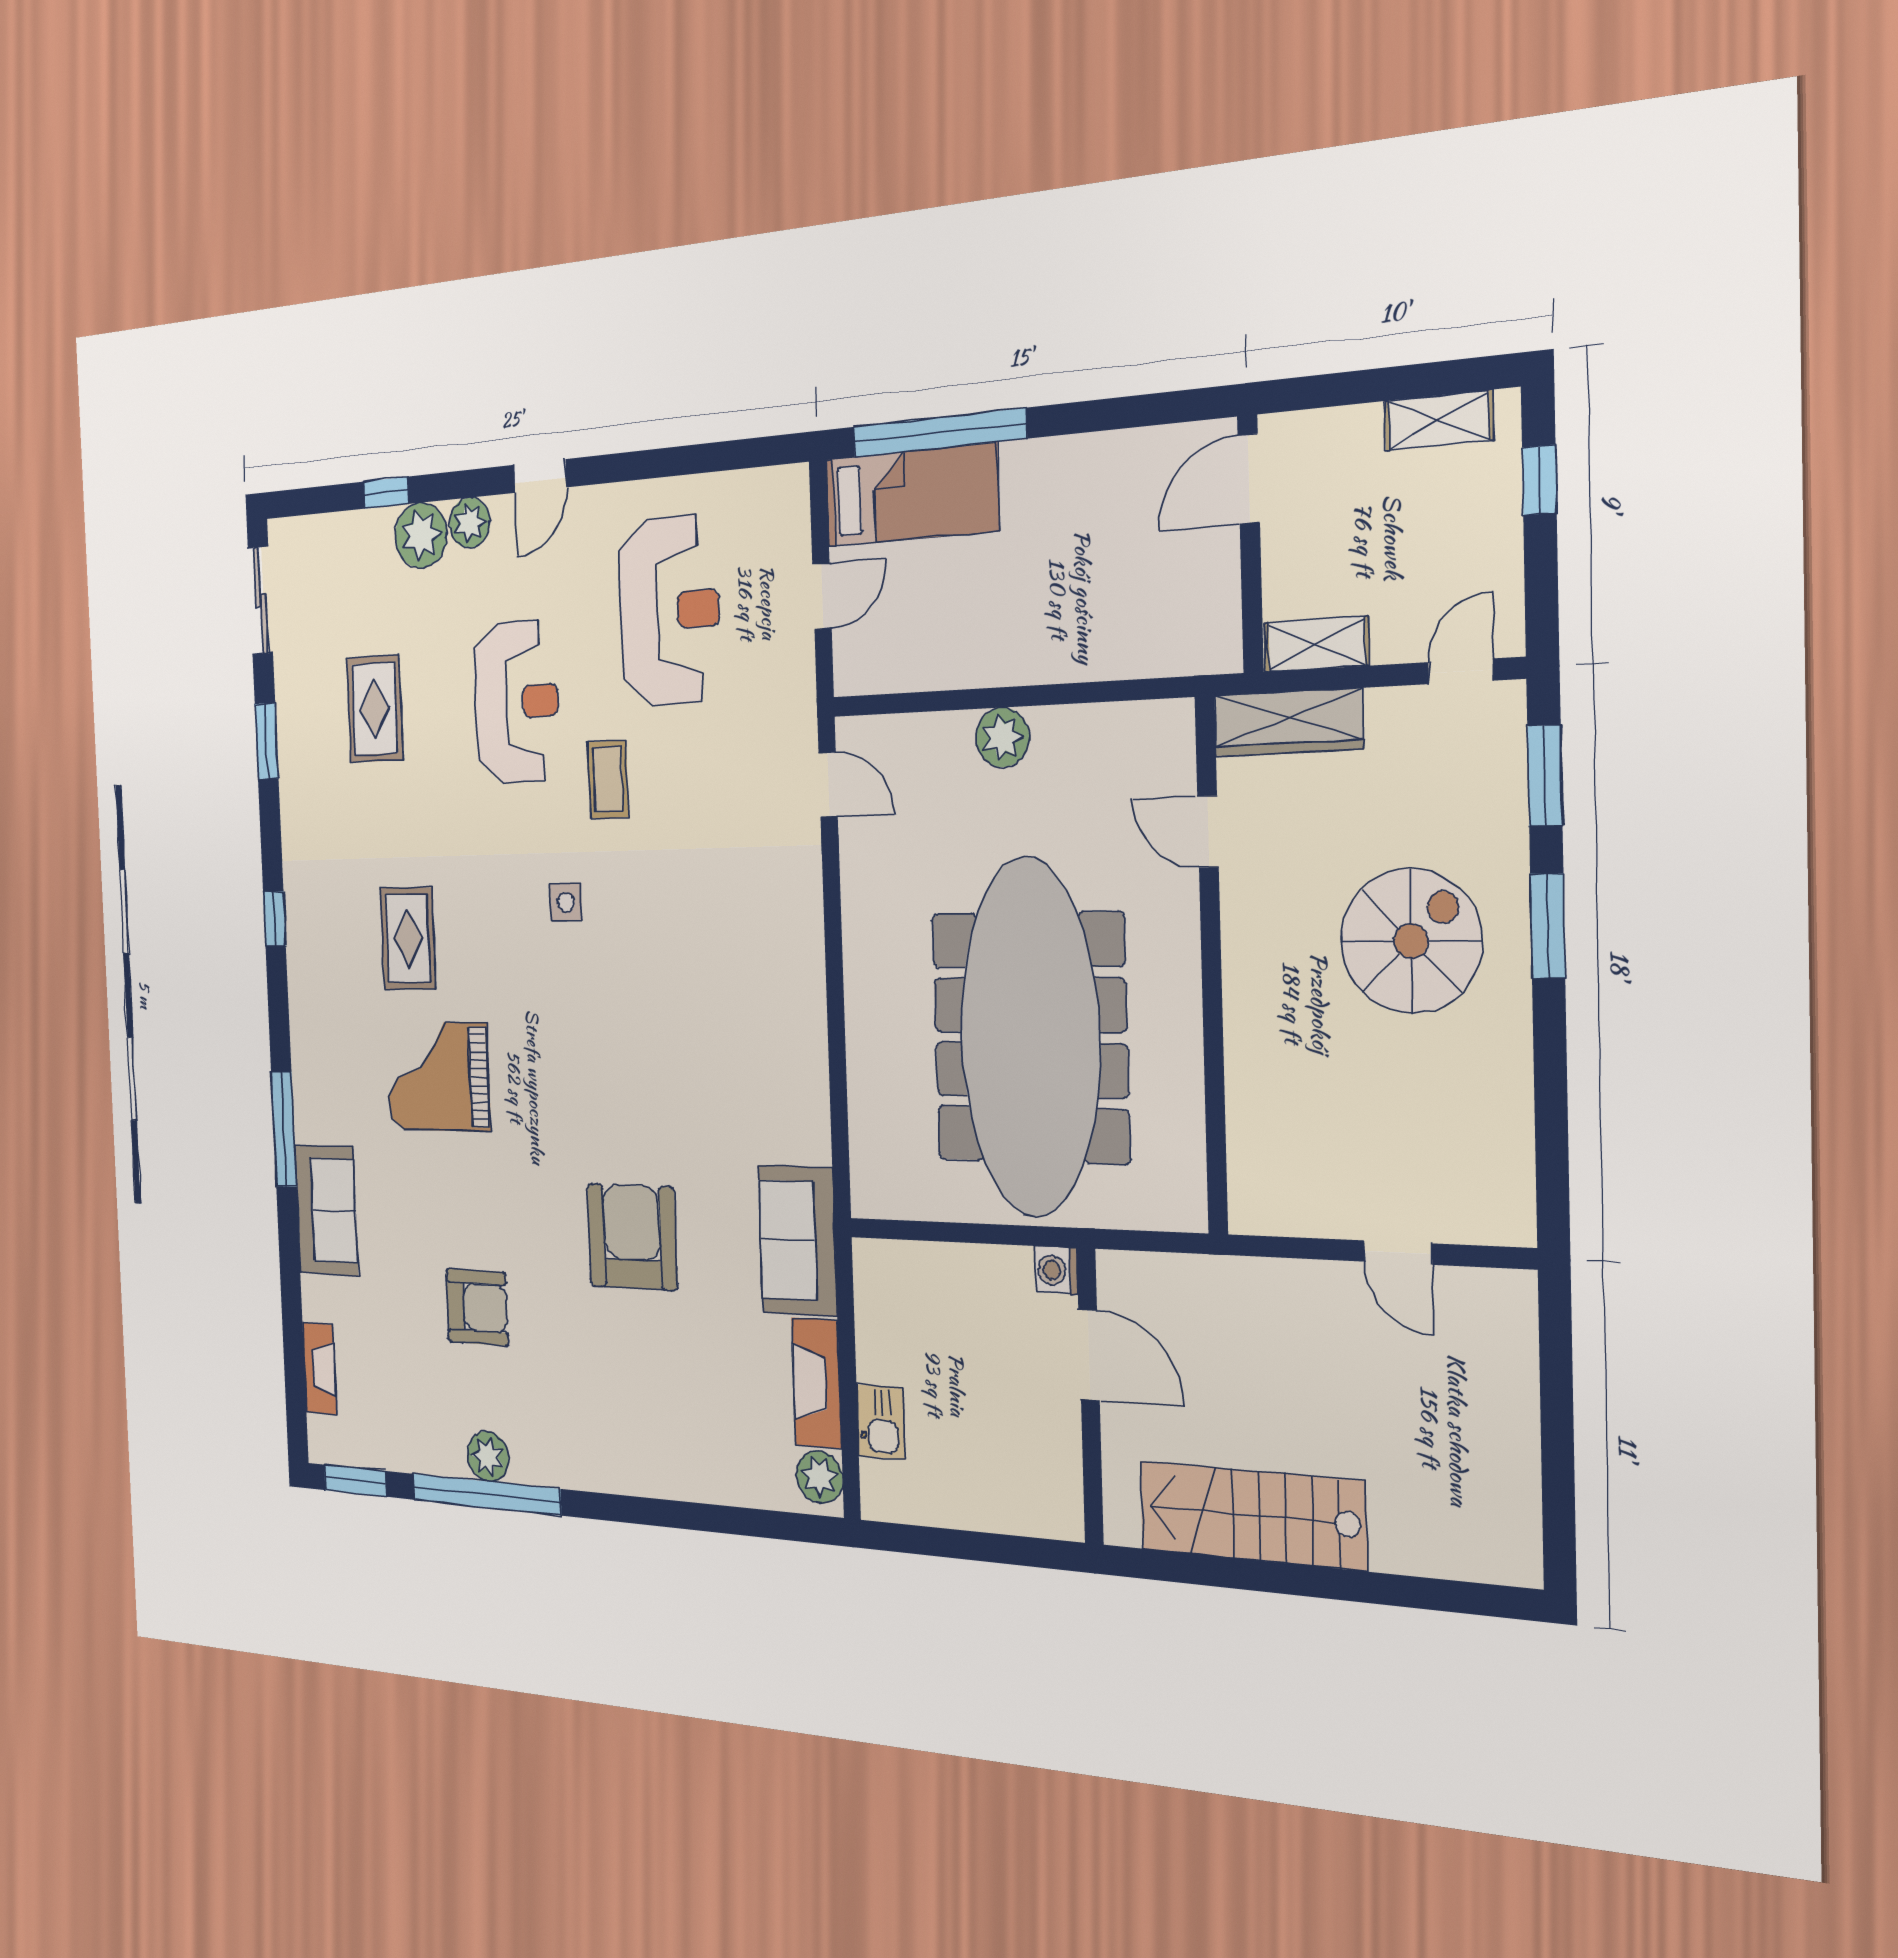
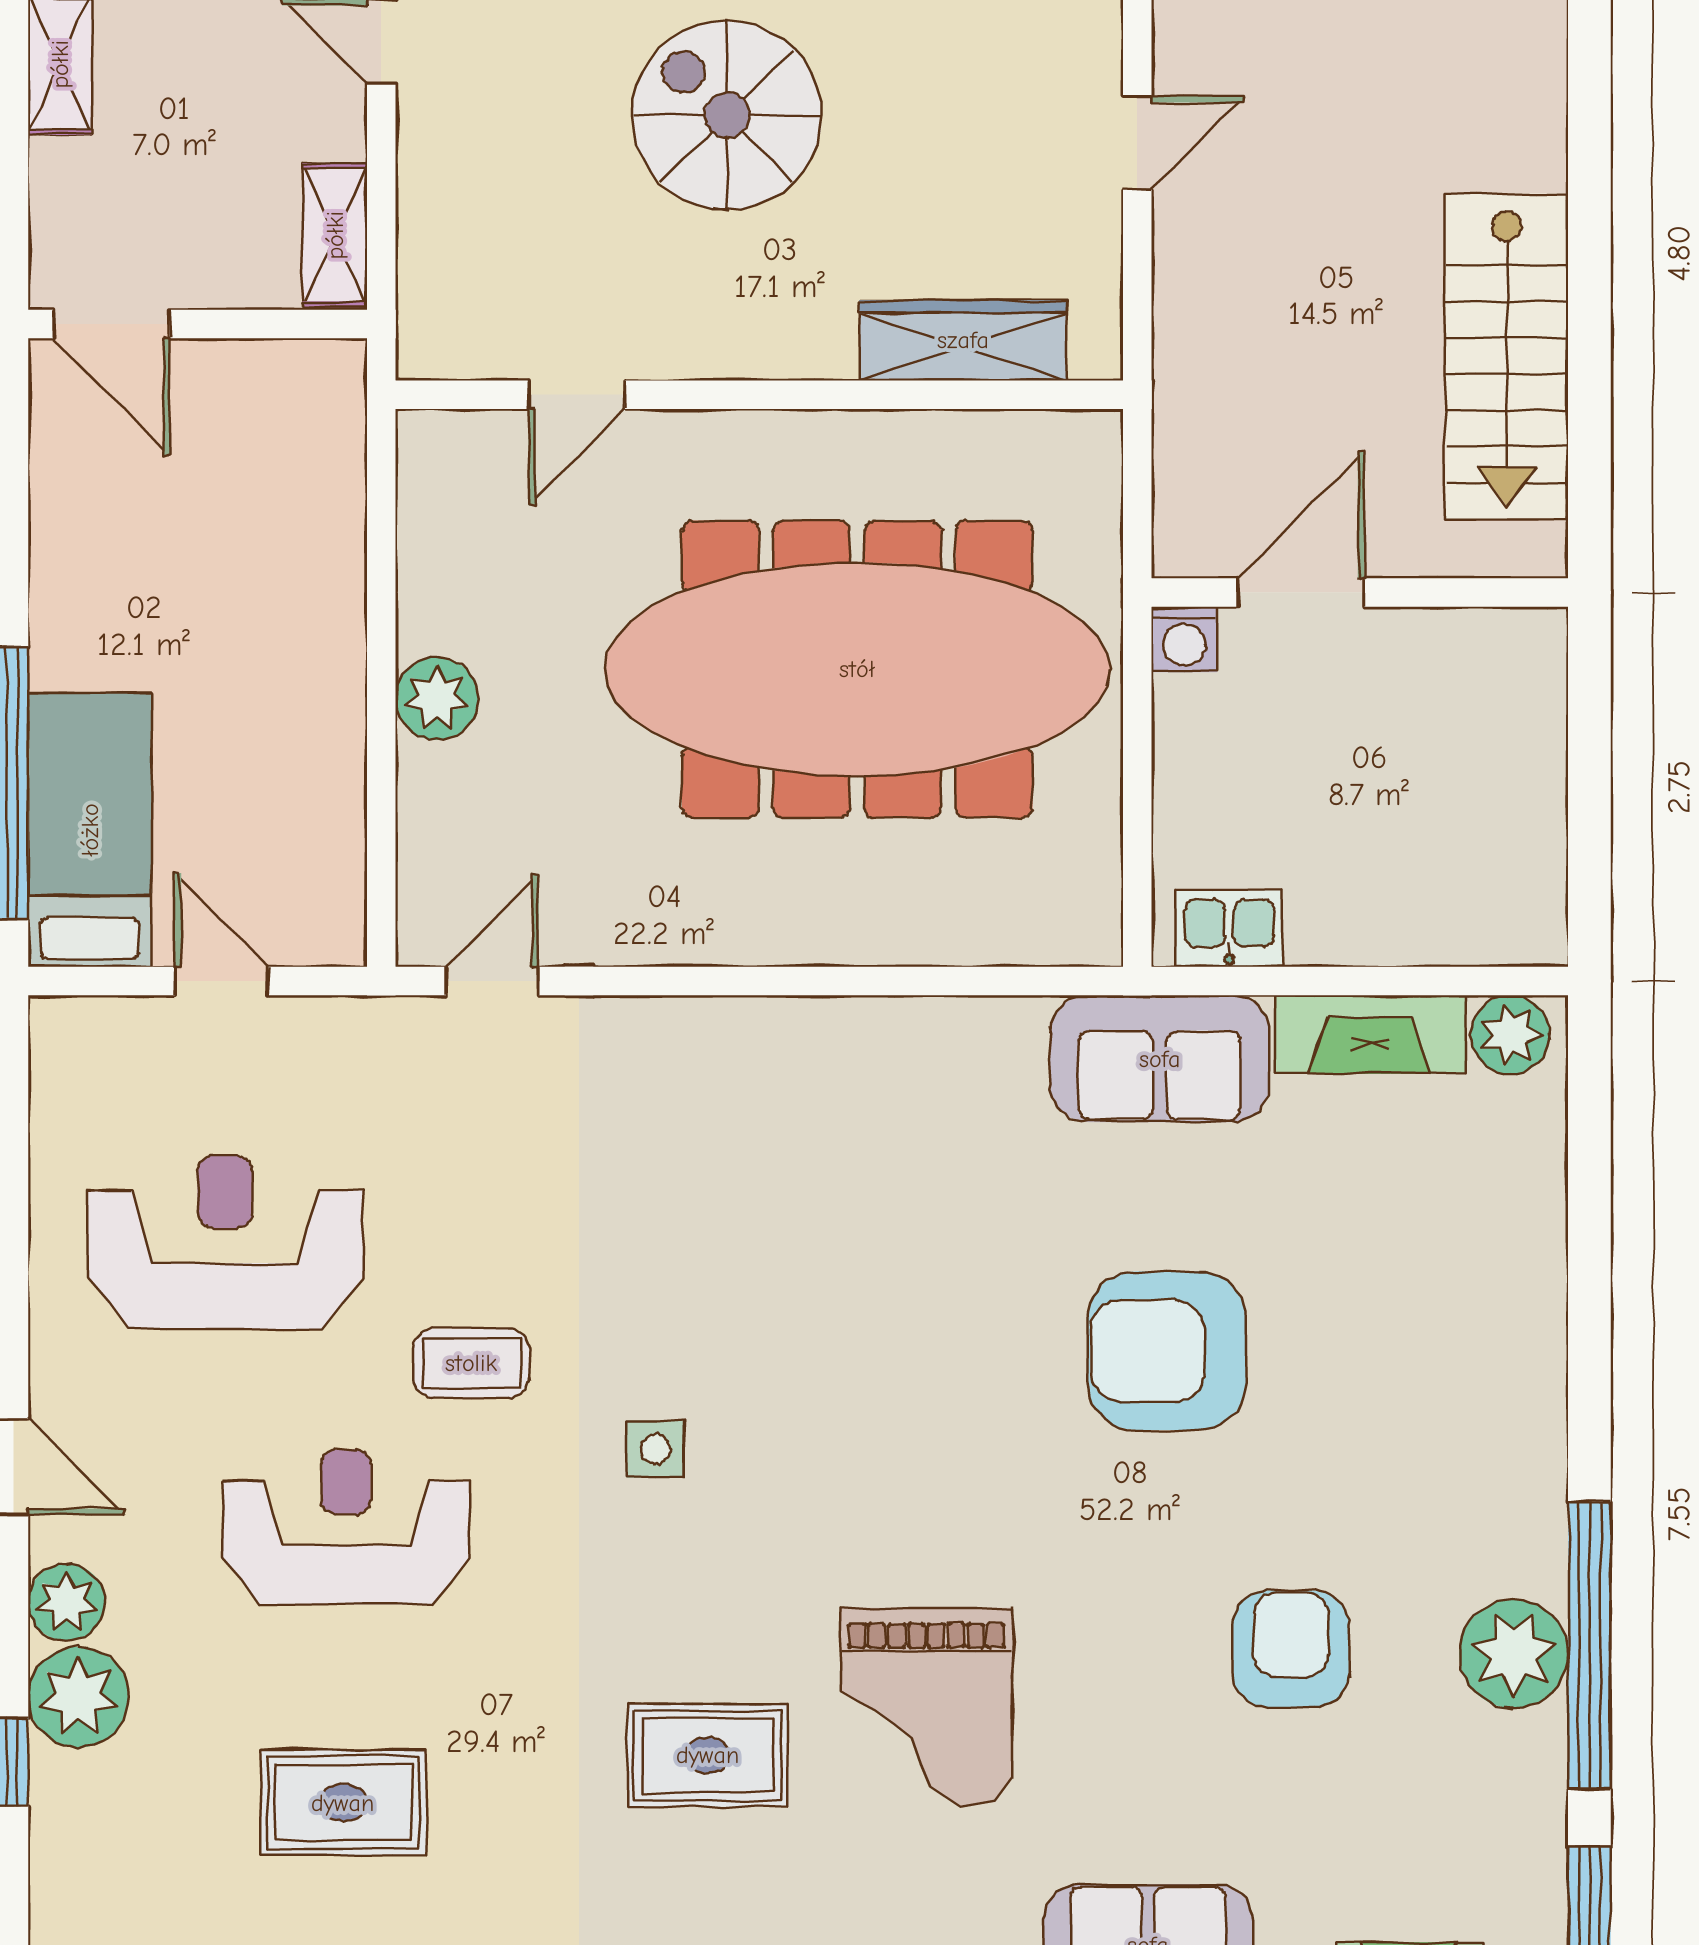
wardrobe: (1288, 722) -> (963, 340), moved, turned -90
kitchen sink: (881, 1422) -> (1229, 929), moved
plant: (488, 1457) -> (1514, 1654), width x1.36, depth x1.36

